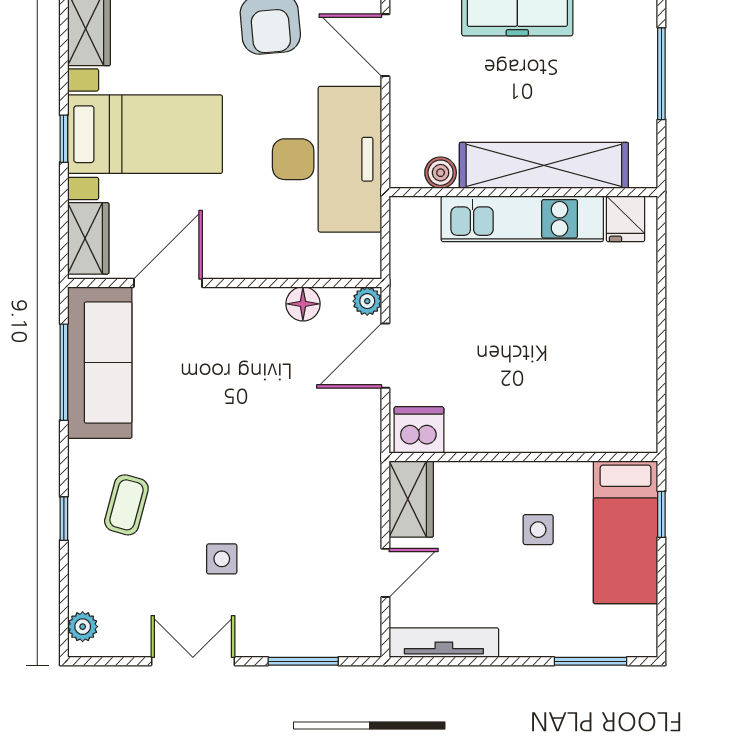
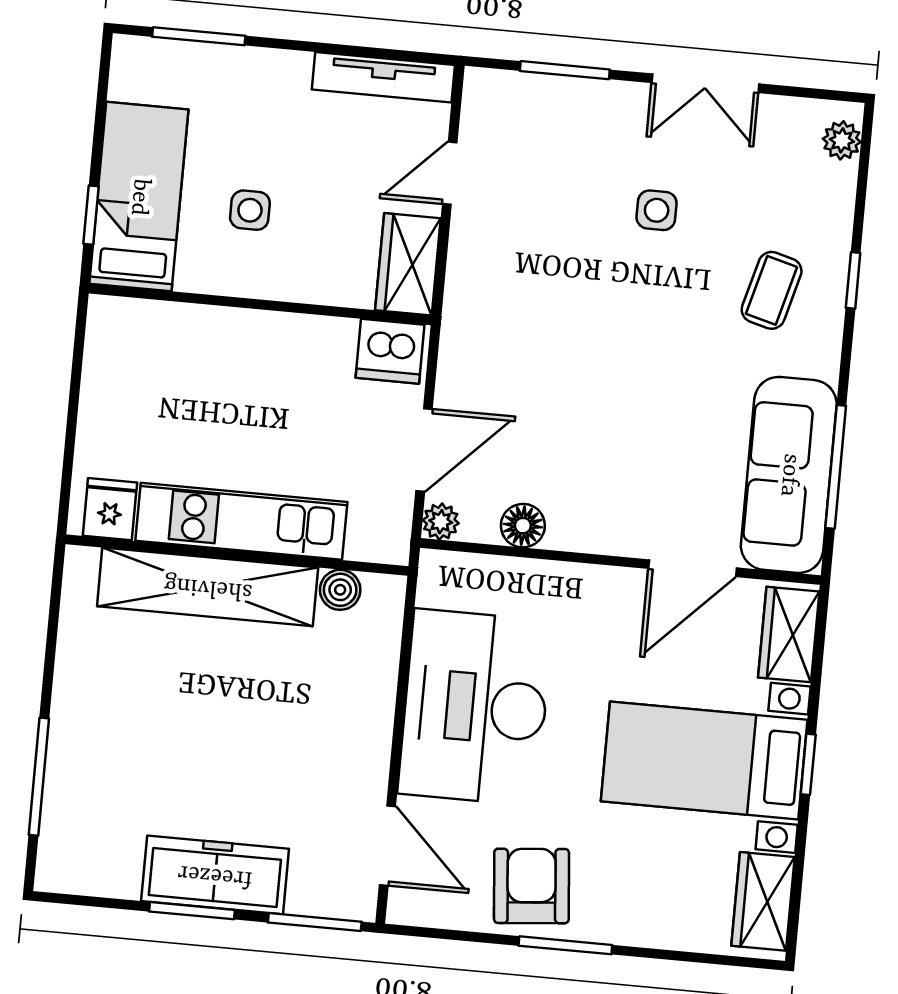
shelving: (544, 165) -> (208, 587), moved
boiler: (441, 173) -> (340, 590), moved
wall: (523, 192) -> (237, 555), moved
kitchen unit: (522, 219) -> (241, 521), moved
fridge: (625, 219) -> (110, 509), moved

